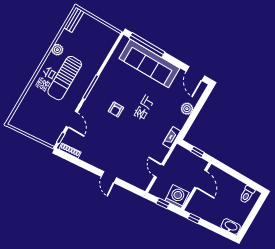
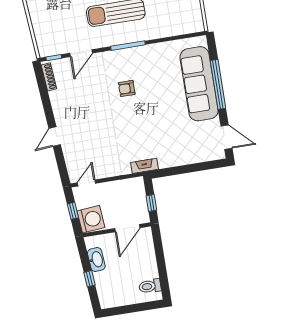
window: (147, 45) -> (218, 84), moved
door: (195, 74) -> (226, 137), swing flipped
plant: (187, 109) -> (185, 157), removed
door: (159, 171) -> (87, 183), moved
window: (194, 218) -> (90, 279), moved
washbasin: (231, 227) -> (96, 259), moved

